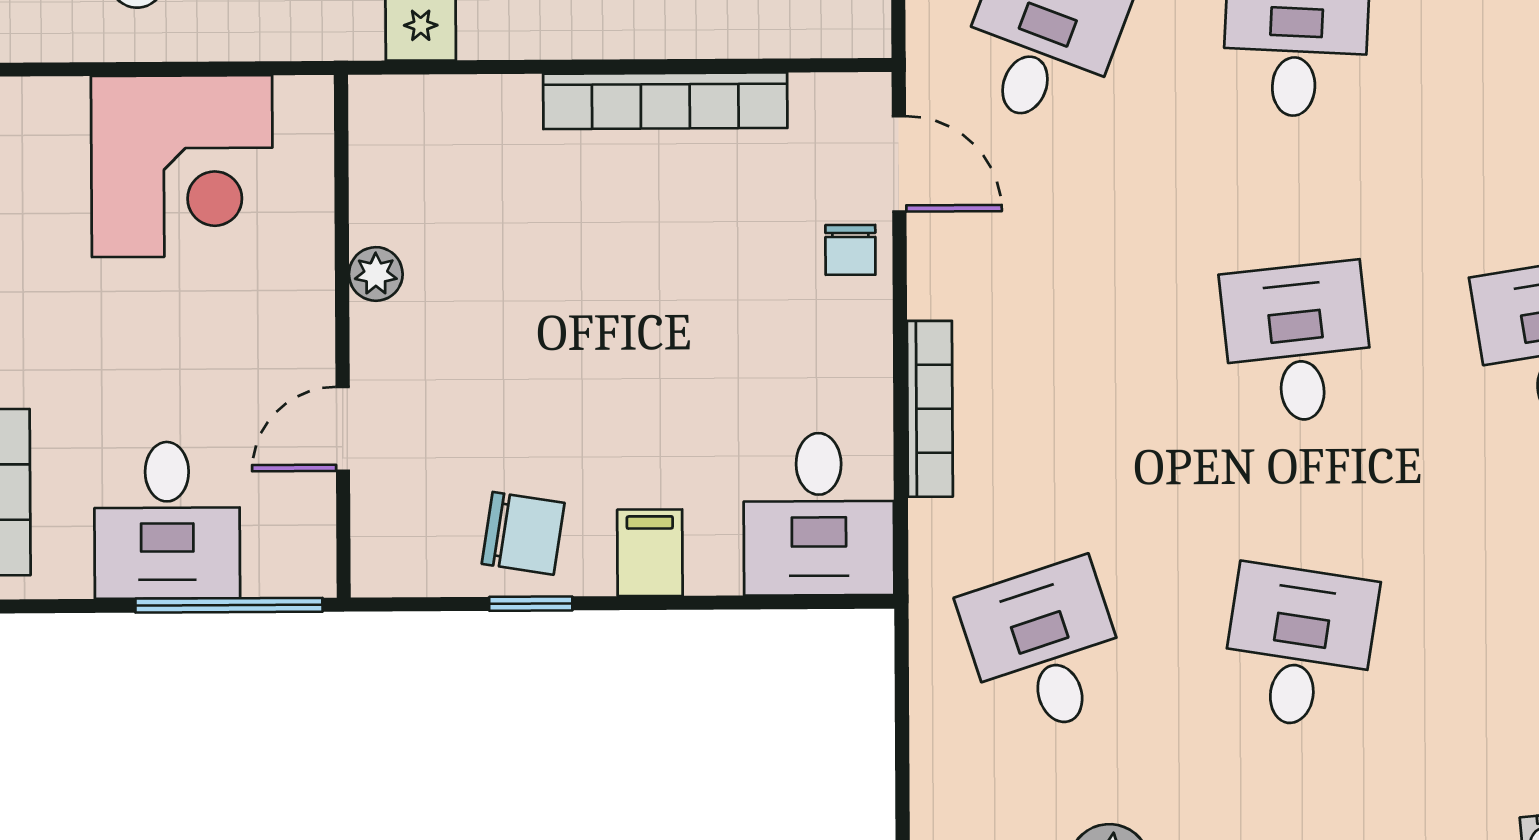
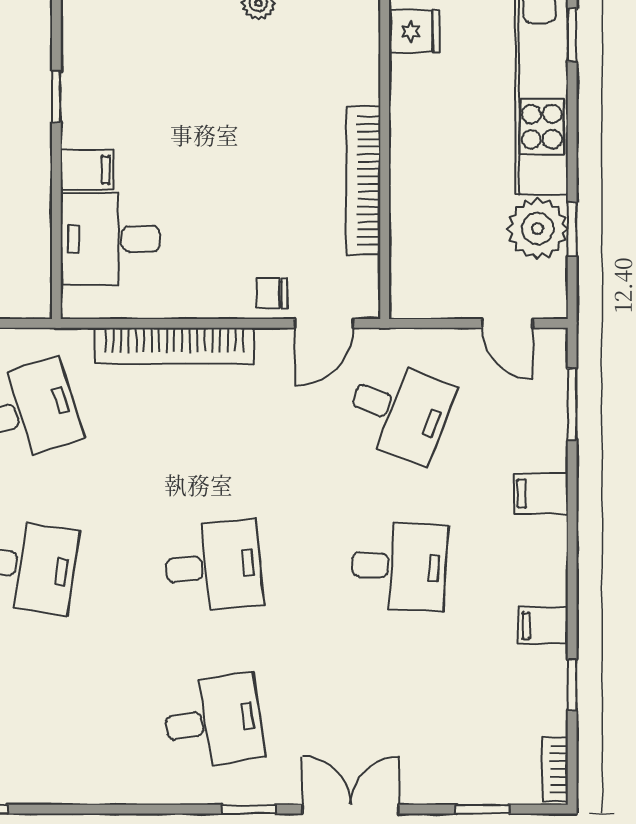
bookcase: (930, 409) -> (174, 346), width x1.48, depth x1.31
desk: (819, 514) -> (110, 239), moved
chair: (523, 533) -> (99, 92), removed

